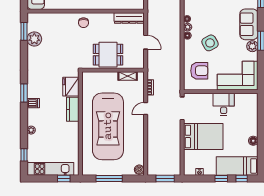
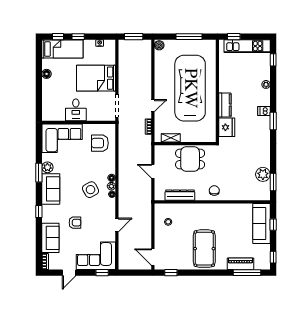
dresser: (129, 18) -> (180, 195), moved
side table: (210, 43) -> (91, 190), moved

